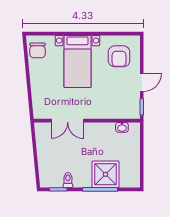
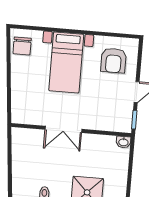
double door: (68, 121) -> (63, 129), moved
washbasin: (122, 127) -> (123, 142), moved

